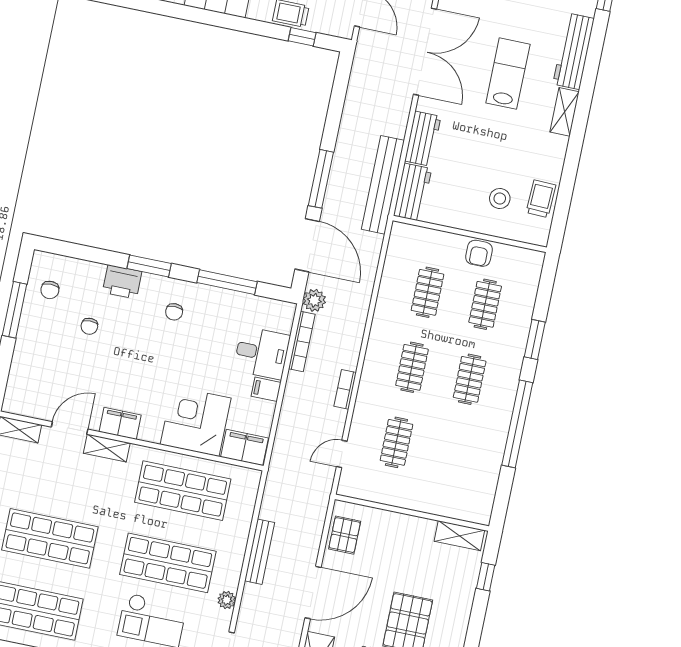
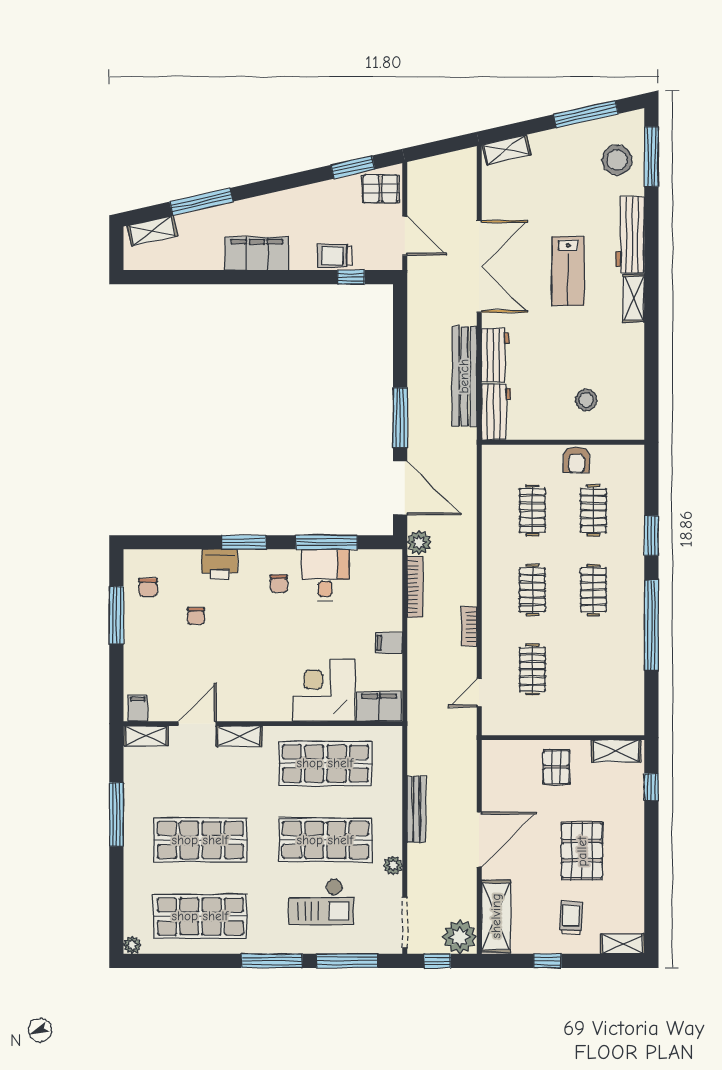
lab bench: (508, 74) -> (568, 271), turned 180
bench: (383, 185) -> (464, 376), moved
trolley: (541, 199) -> (628, 391), removed
desk: (262, 353) -> (325, 575), moved, turned -90
filing cabinet: (120, 423) -> (138, 708), moved, width x0.50
pallet: (345, 535) -> (556, 767), moved

